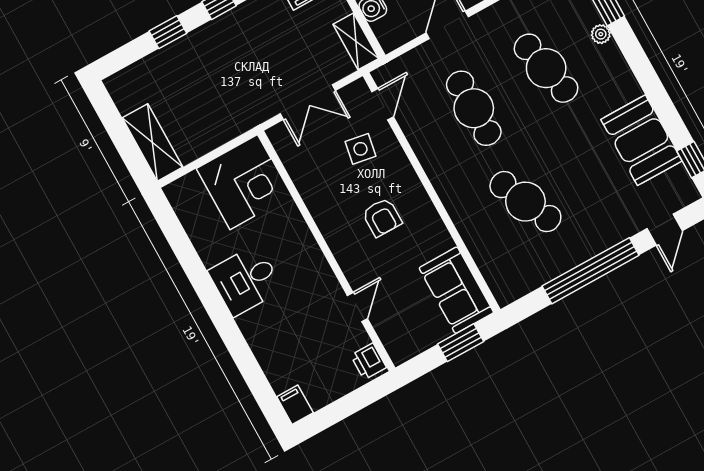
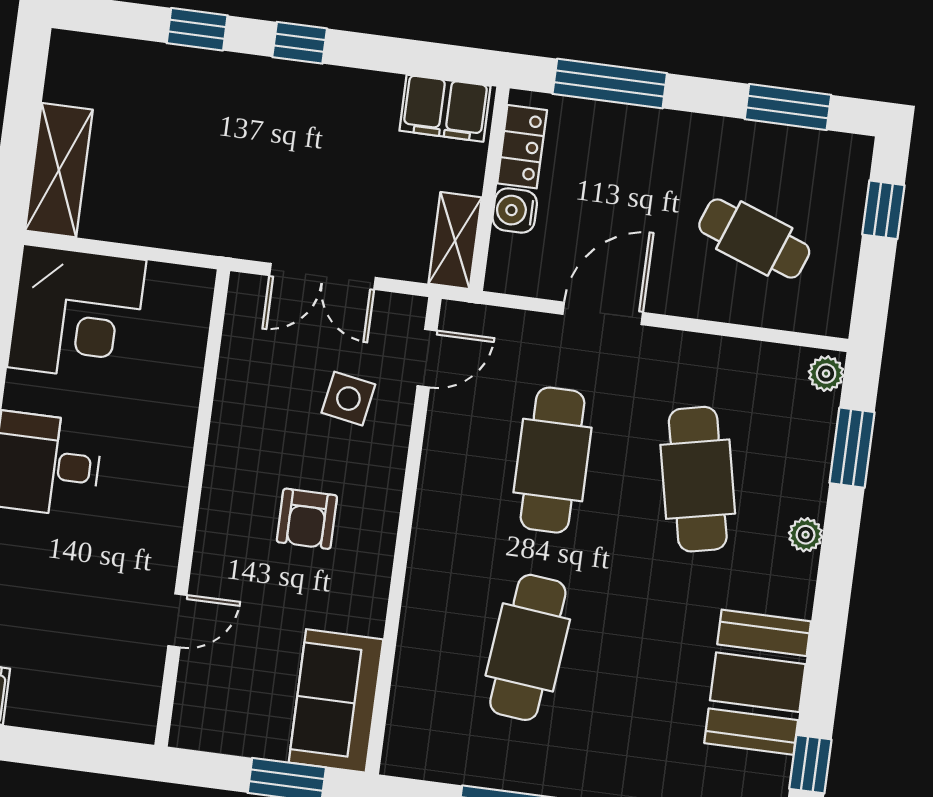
plant: (601, 34) -> (806, 535), moved
corner desk: (244, 182) -> (77, 314), moved
cafe table: (525, 202) -> (528, 647), turned 30
printer: (369, 361) -> (136, 710), removed

